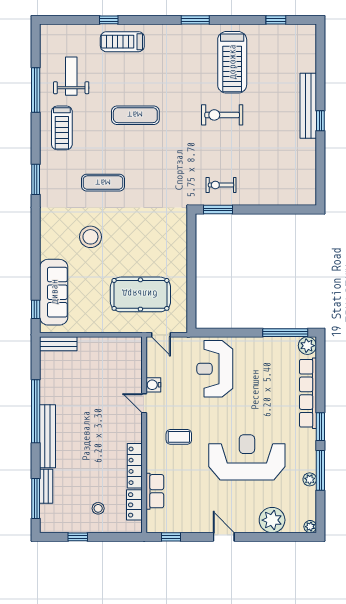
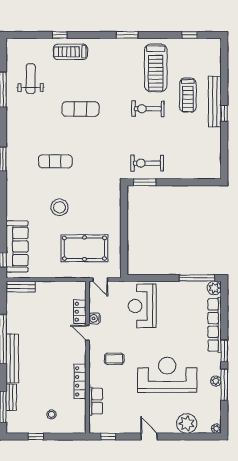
treadmill: (62, 128) -> (188, 95), moved
exercise bike: (221, 185) -> (147, 163), width x1.38, depth x1.39
stool: (90, 237) -> (60, 207), moved
plant: (310, 479) -> (216, 381), moved
locker: (134, 505) -> (80, 312), moved

